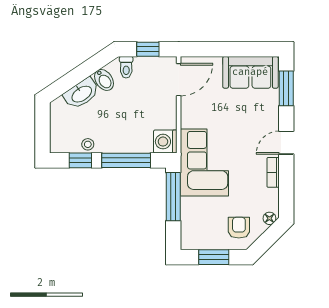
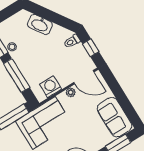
bidet: (104, 80) -> (56, 33), removed
plant: (187, 107) -> (71, 92), added
washing machine: (165, 142) -> (51, 87), moved

